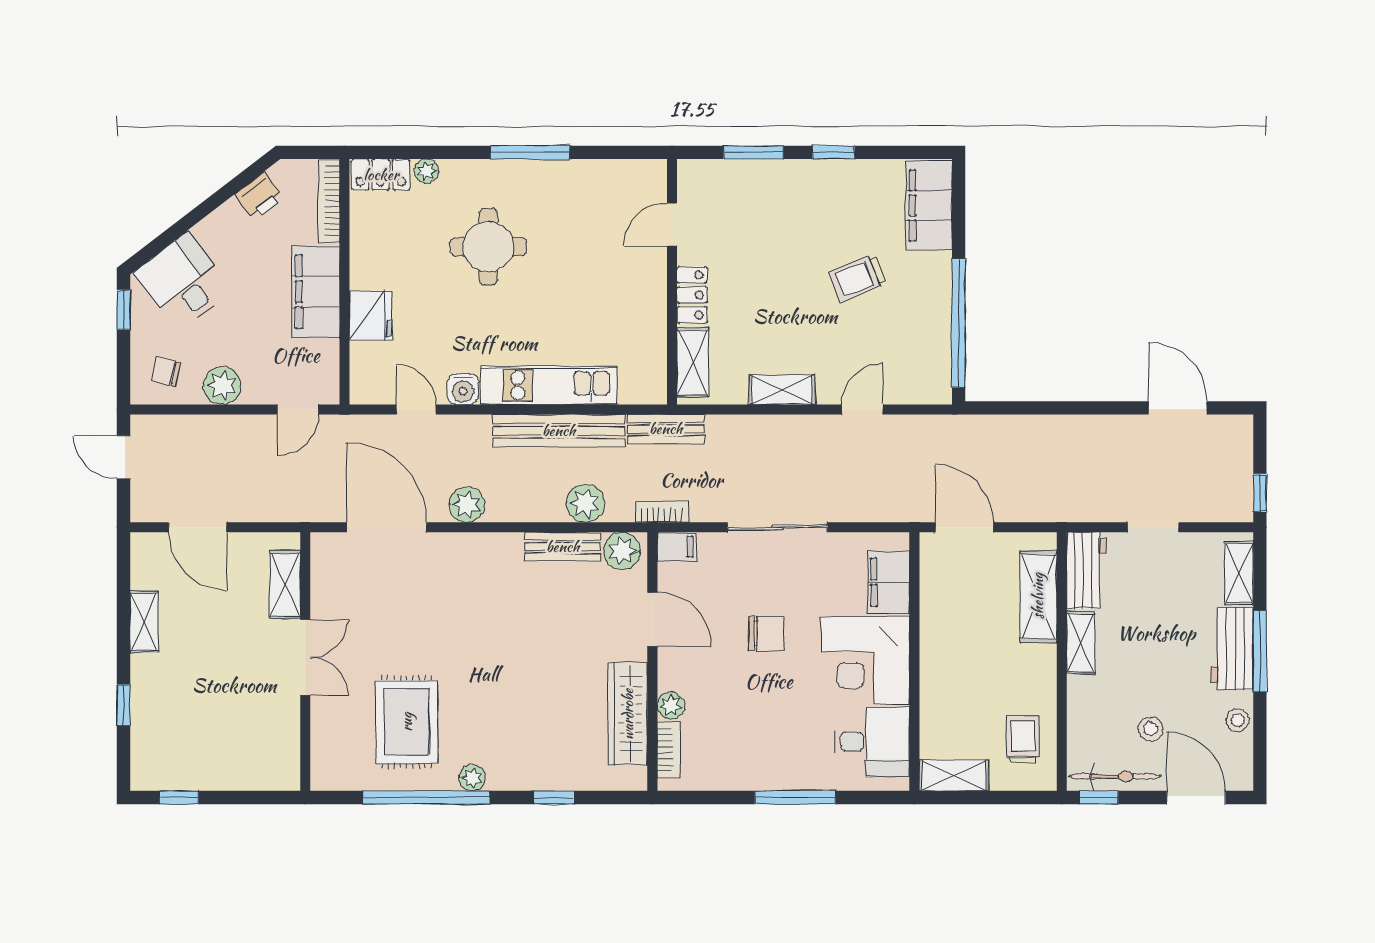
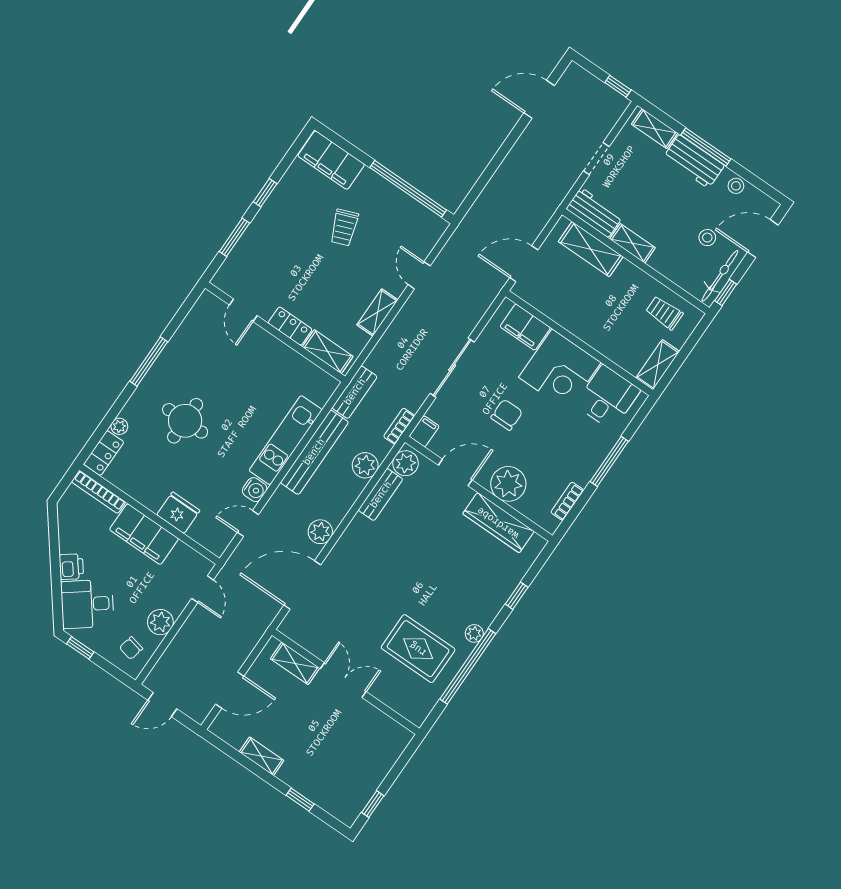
printer: (260, 196) -> (71, 567), moved
plant: (671, 706) -> (508, 484), width x1.87, depth x1.87
bookcase: (668, 750) -> (567, 501), moved, turned -90

